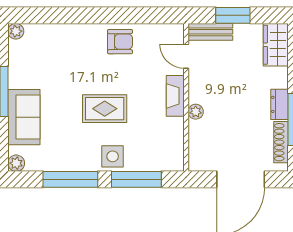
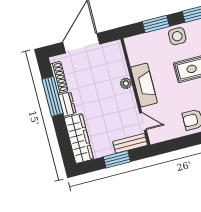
wardrobe: (276, 45) -> (79, 138), width x1.50
fireplace: (175, 96) -> (144, 85), width x1.37, depth x1.32
window: (136, 179) -> (156, 24), width x0.69

